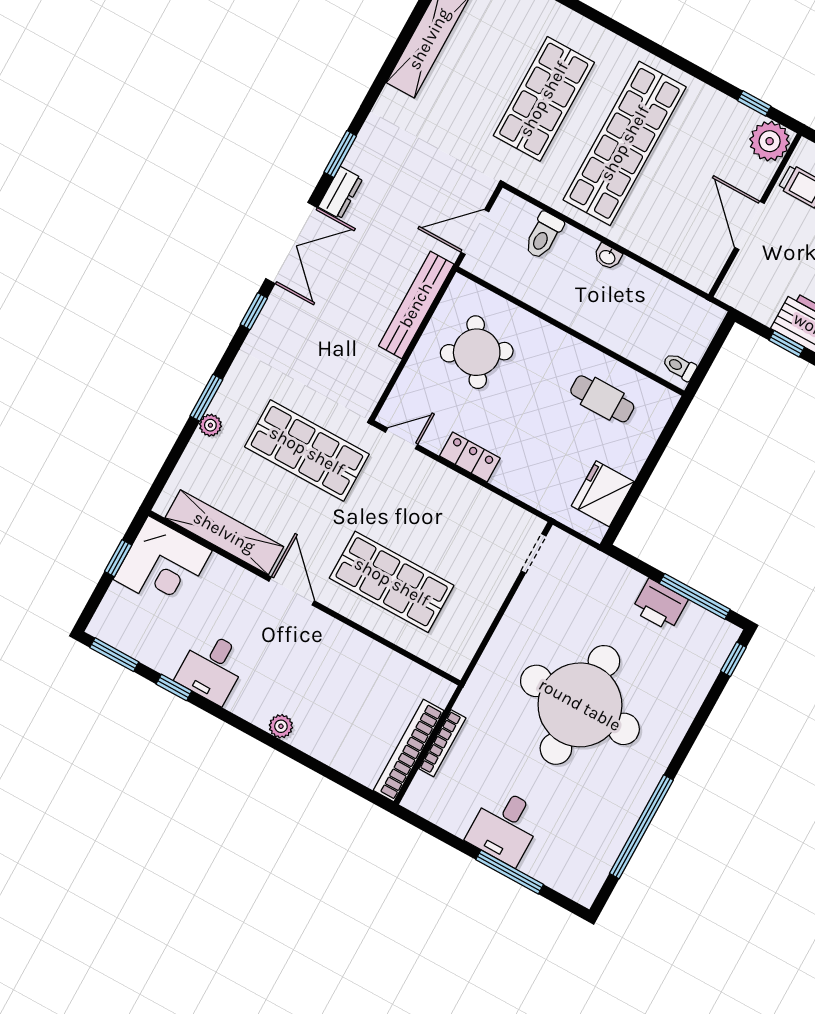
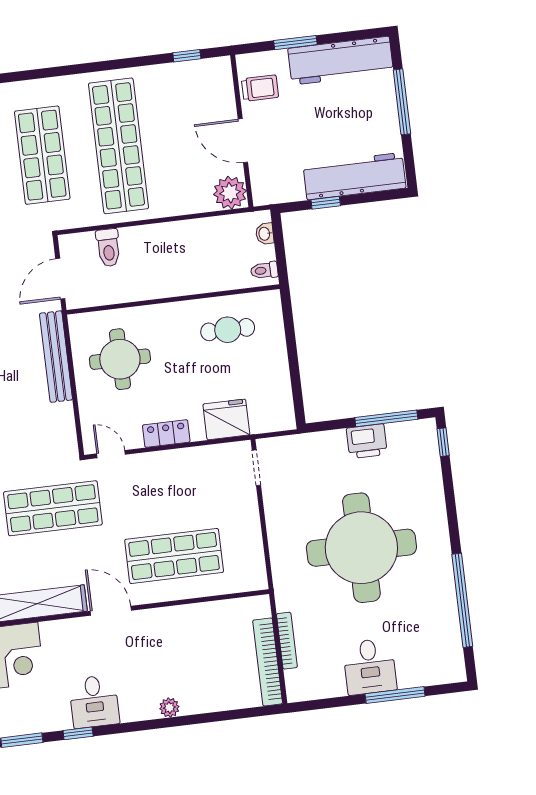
plant: (770, 141) -> (230, 193), moved
washbasin: (608, 257) -> (265, 234), moved, turned 90
round table: (477, 352) -> (120, 359), turned 31
door: (402, 438) -> (111, 454), hinge flipped
fridge: (603, 494) -> (226, 419), moved, turned 90

